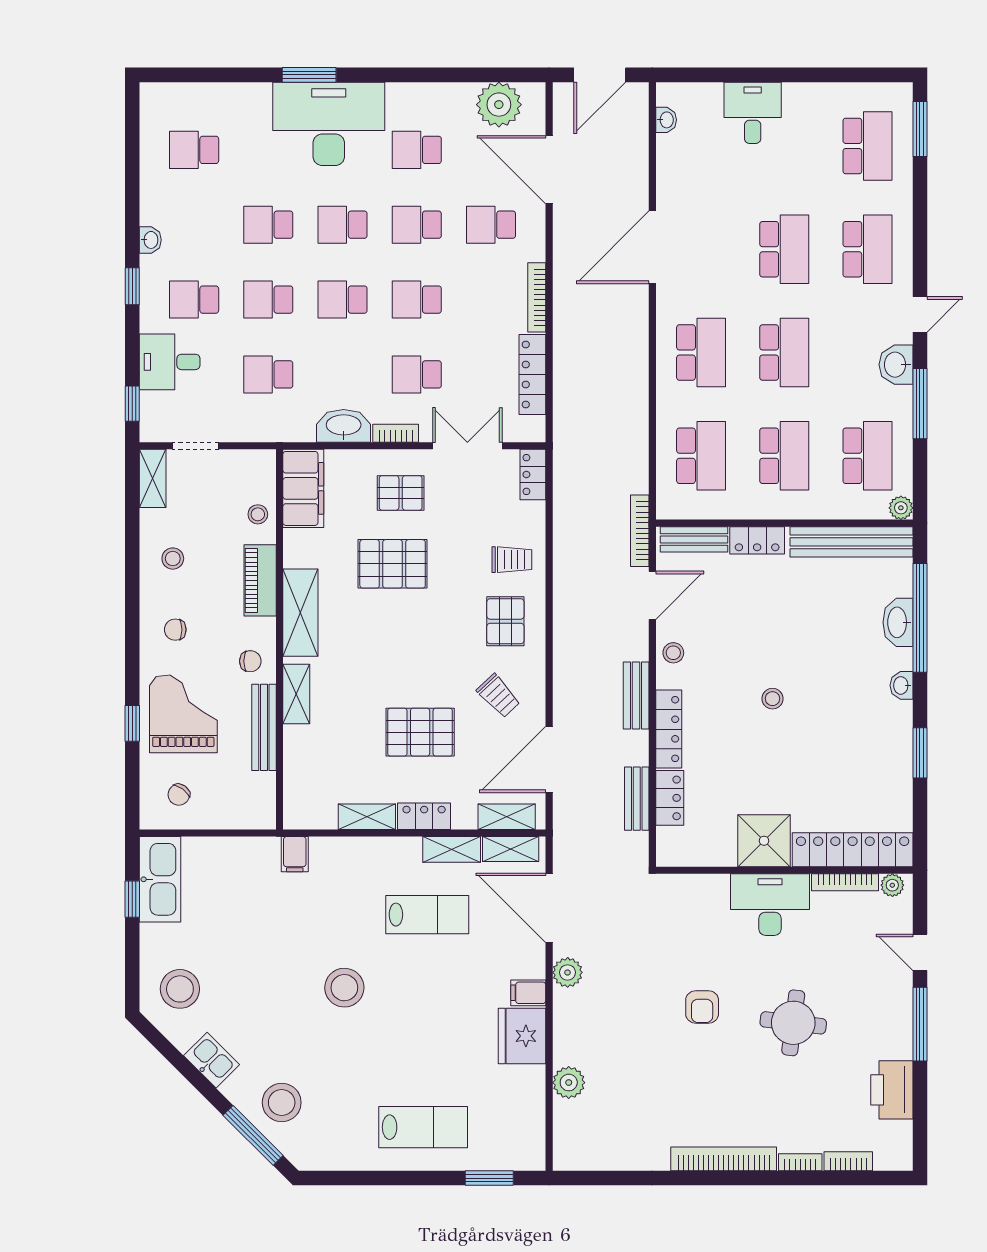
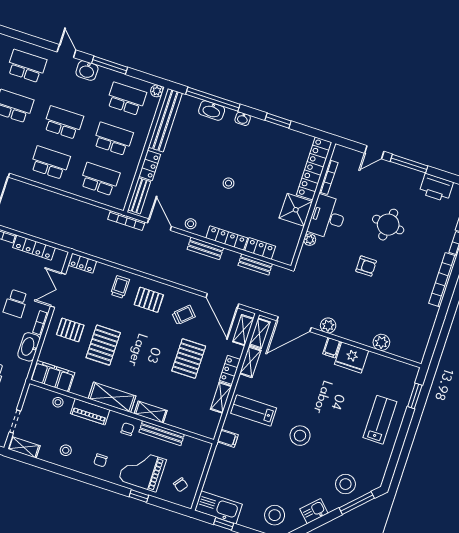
pallet: (401, 493) -> (70, 330), turned 90
plant: (892, 885) -> (310, 240), moved
lab bench: (427, 915) -> (254, 411), moved, turned -90

